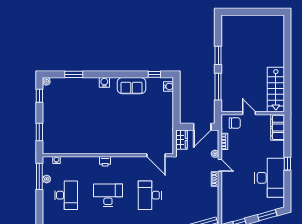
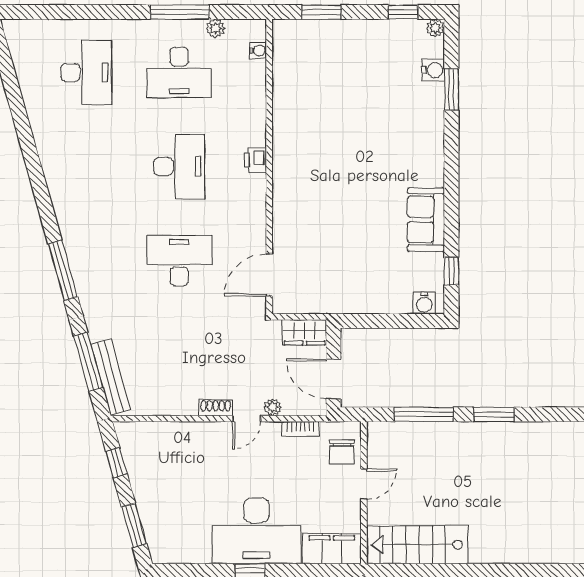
water cooler: (104, 82) -> (433, 70), moved
window: (39, 176) -> (180, 12), moved
desk: (270, 178) -> (256, 531), moved

